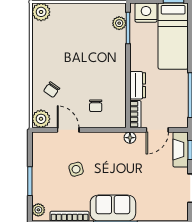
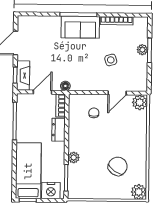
plant: (119, 23) -> (74, 157), moved
chair: (52, 90) -> (118, 166), moved, width x1.87, depth x1.87
door: (68, 130) -> (117, 93), hinge flipped
plant: (38, 210) -> (142, 50), moved

